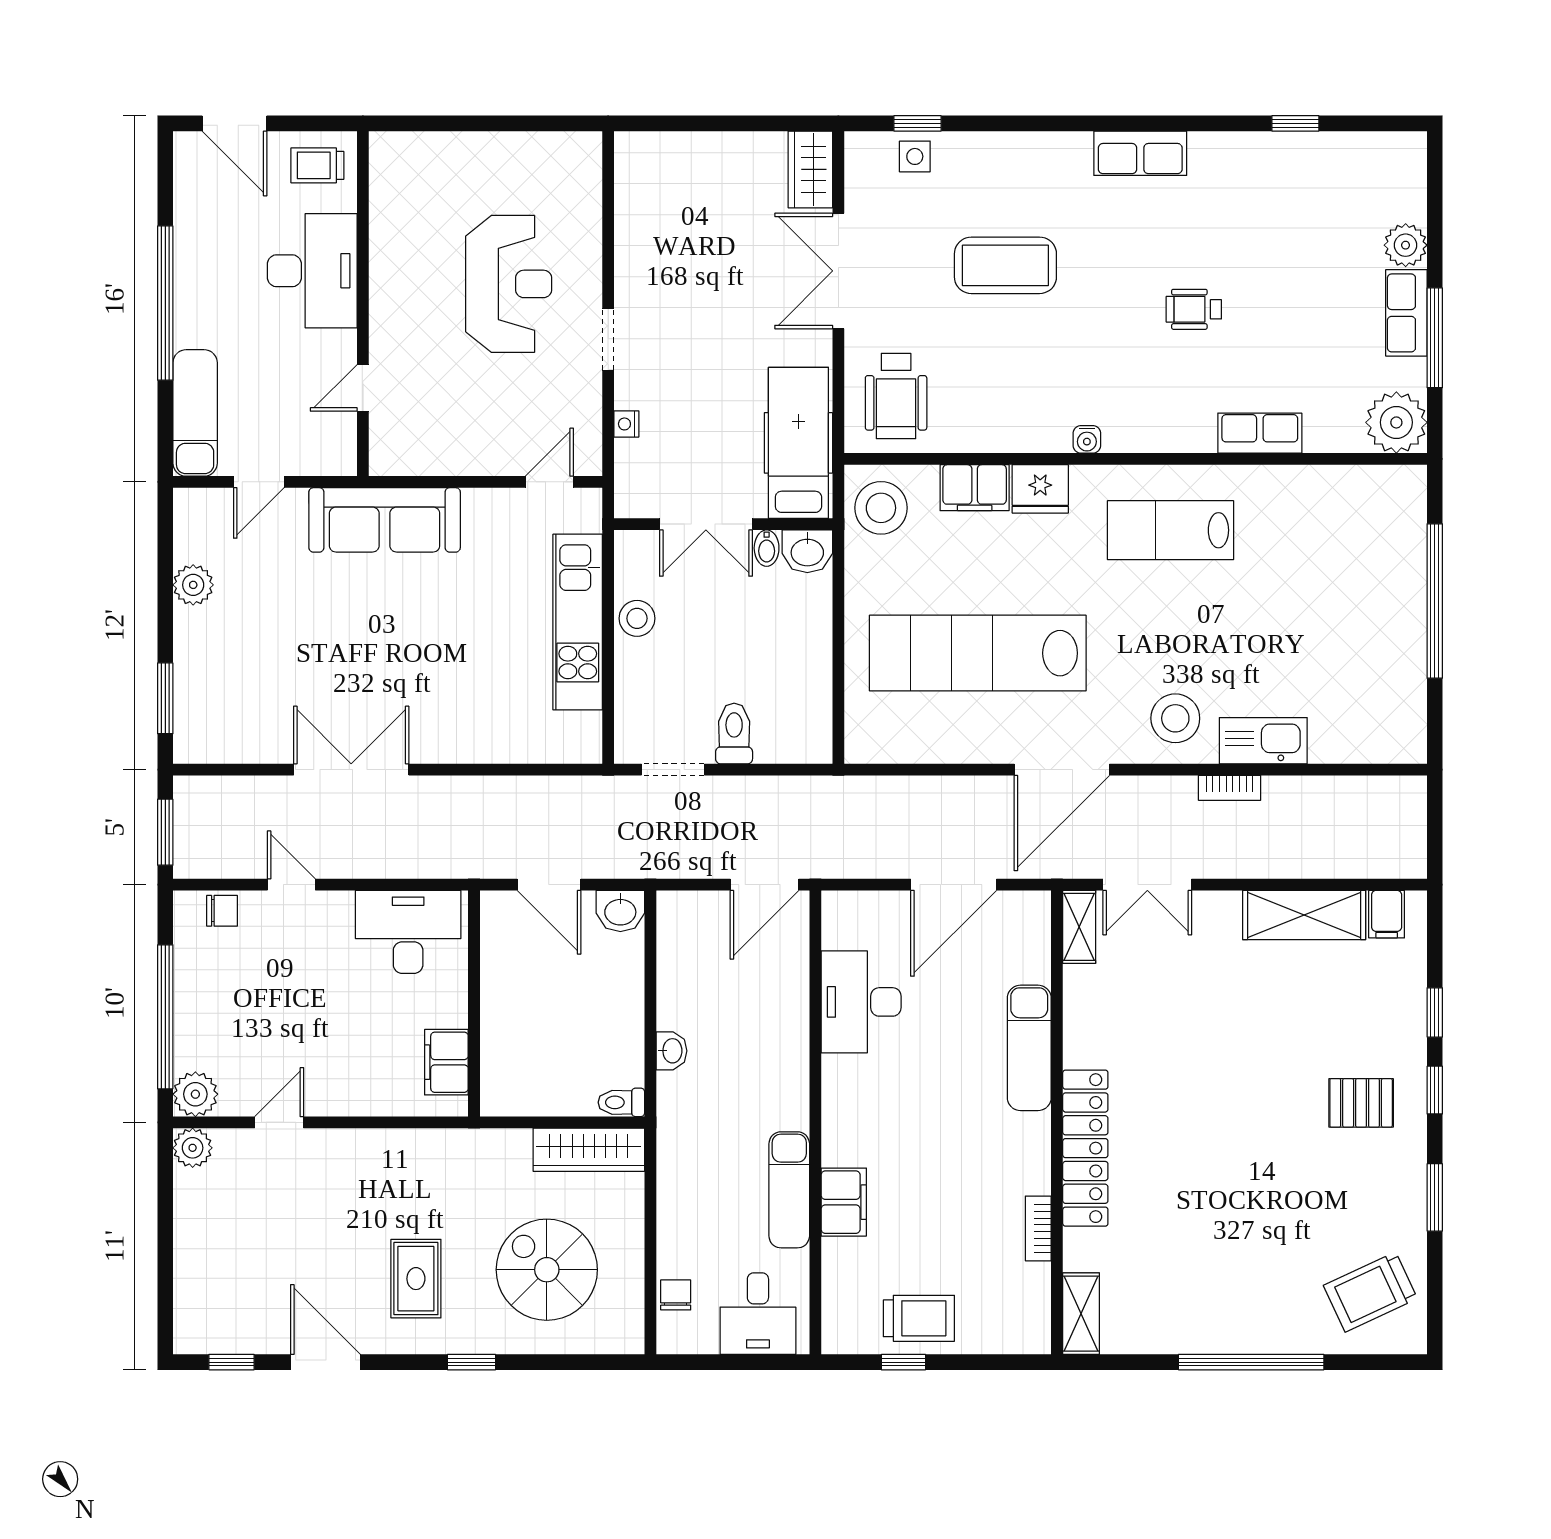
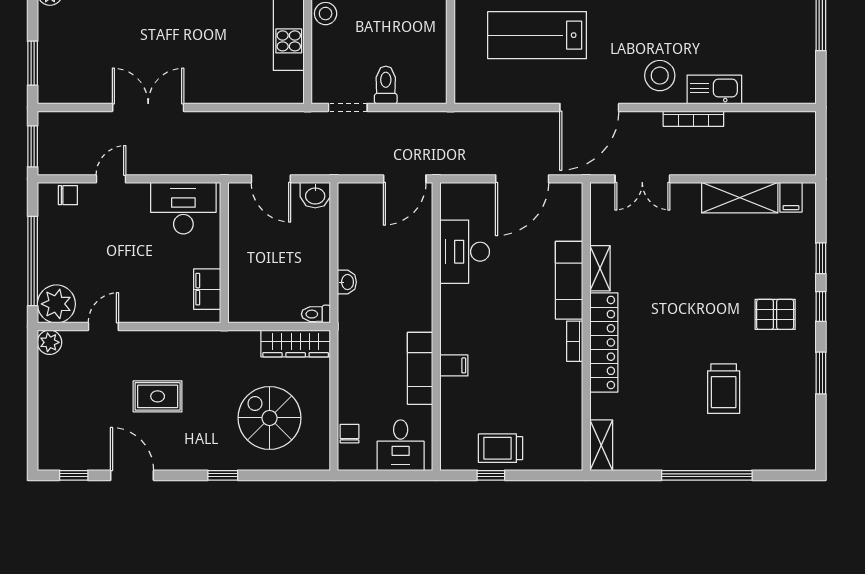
lab bench: (978, 653) -> (537, 35), width x0.73
bookcase: (1230, 788) -> (693, 119), width x1.56
door: (291, 885) -> (111, 179), hinge flipped
shelving: (1079, 927) -> (600, 268), moved
plant: (195, 1094) -> (56, 304), width x1.36, depth x1.36
filing cabinet: (844, 1202) -> (454, 365), width x0.50
bookcase: (1038, 1228) -> (575, 341), moved
rug: (416, 1279) -> (158, 396), moved, turned 90
trolley: (1370, 1292) -> (724, 389), moved, turned -65
trolley: (919, 1318) -> (501, 448), turned 180

